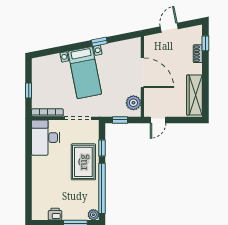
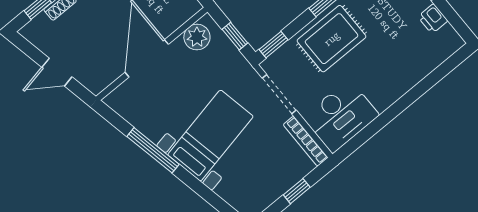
window: (99, 42) -> (153, 150), width x2.17
window: (102, 148) -> (273, 45), moved

